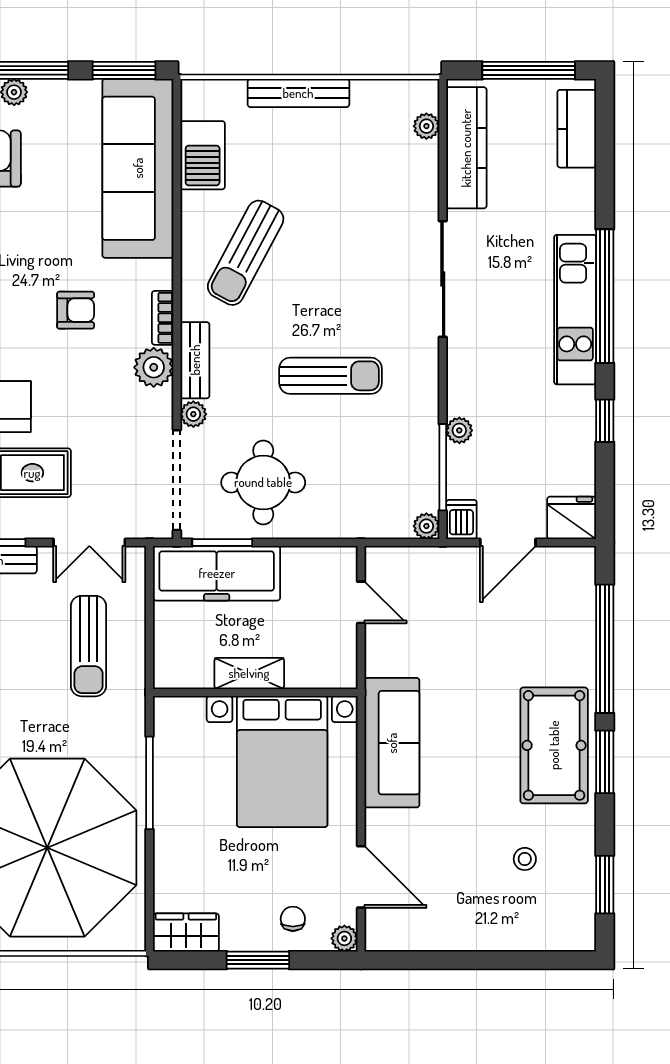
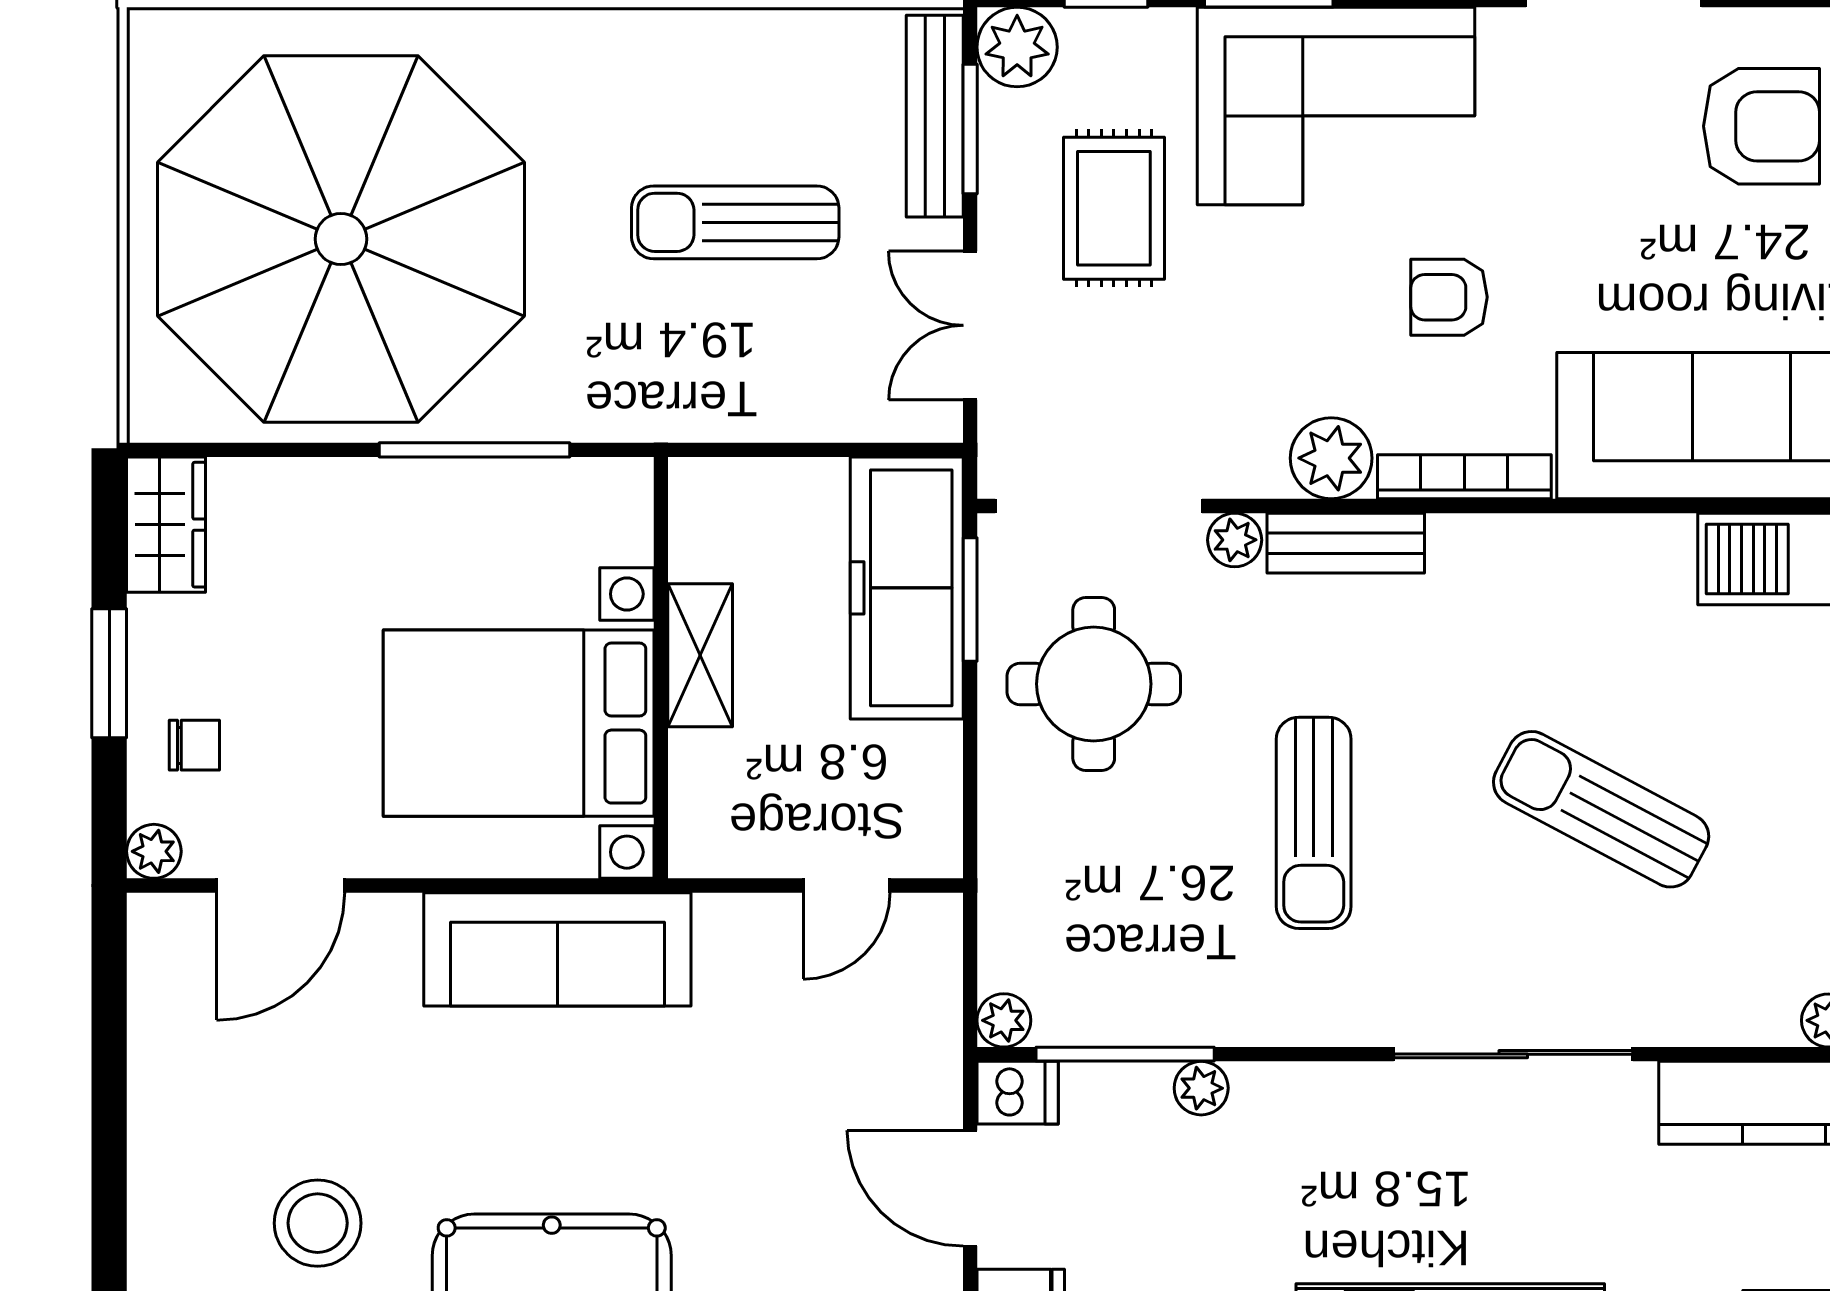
sun lounger: (246, 253) -> (1601, 809), moved
armchair: (76, 310) -> (1449, 297), turned 90
bookcase: (163, 318) -> (1464, 477), width x1.56
sun lounger: (89, 646) -> (735, 222), moved
stool: (525, 859) -> (318, 1223), width x1.89, depth x1.89

